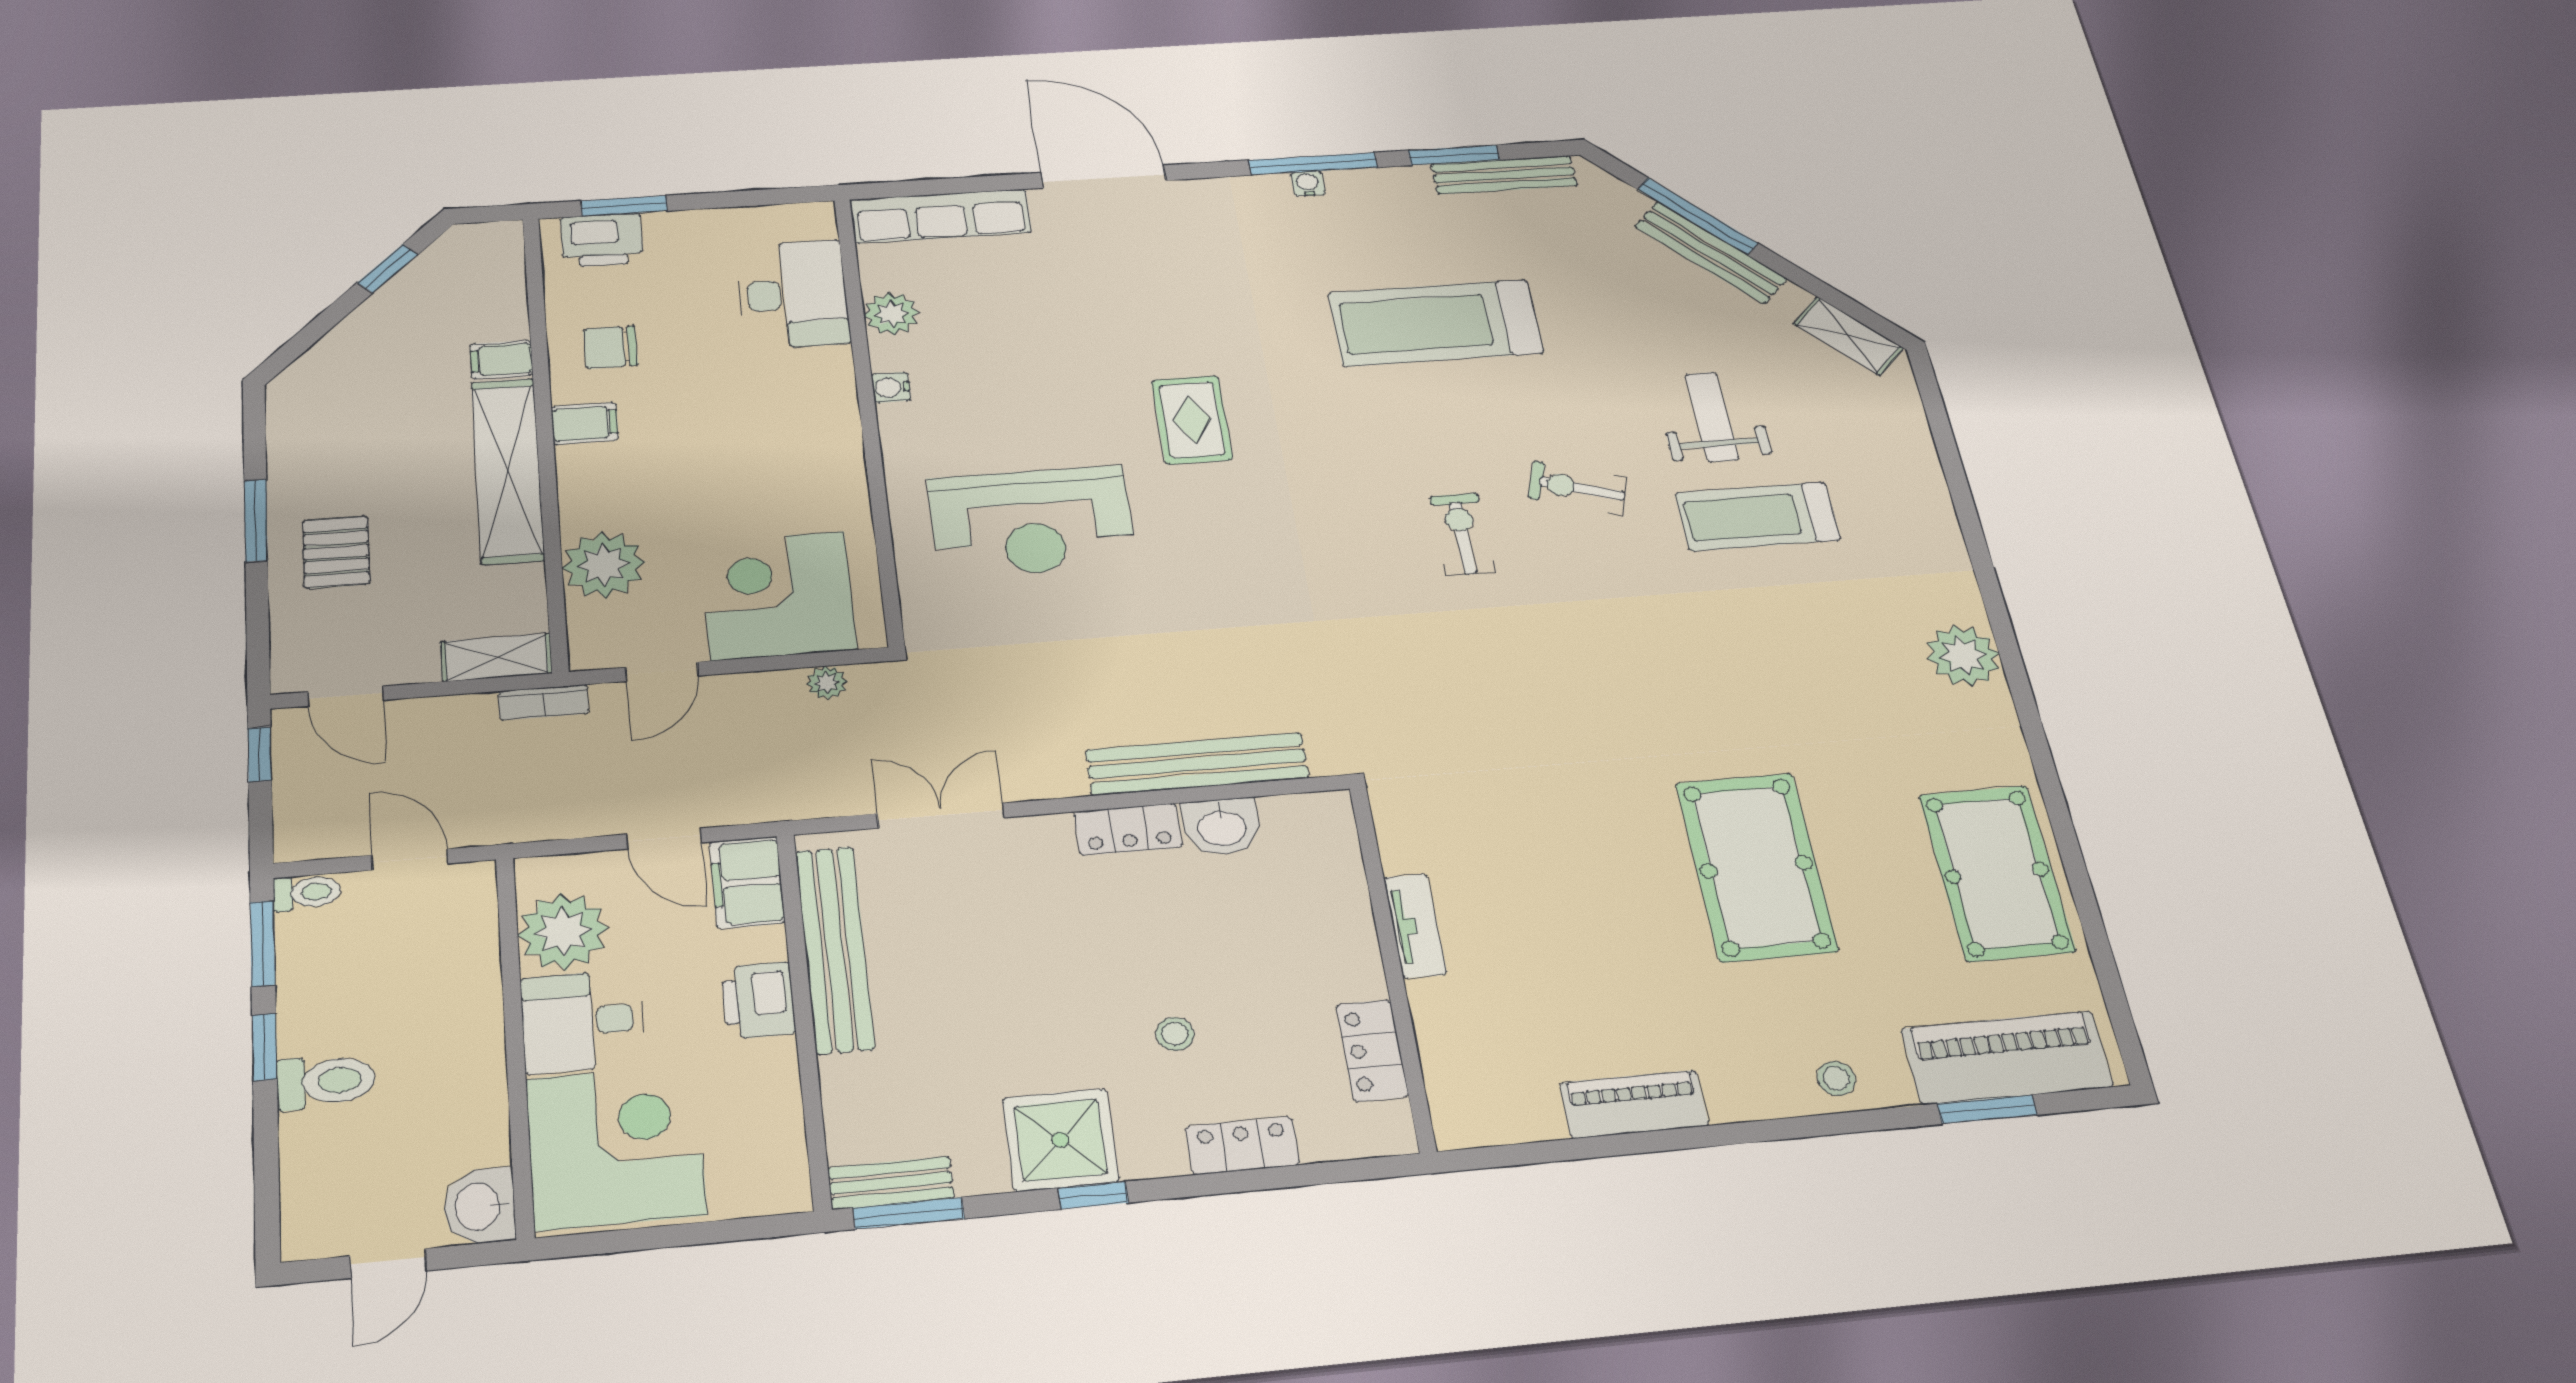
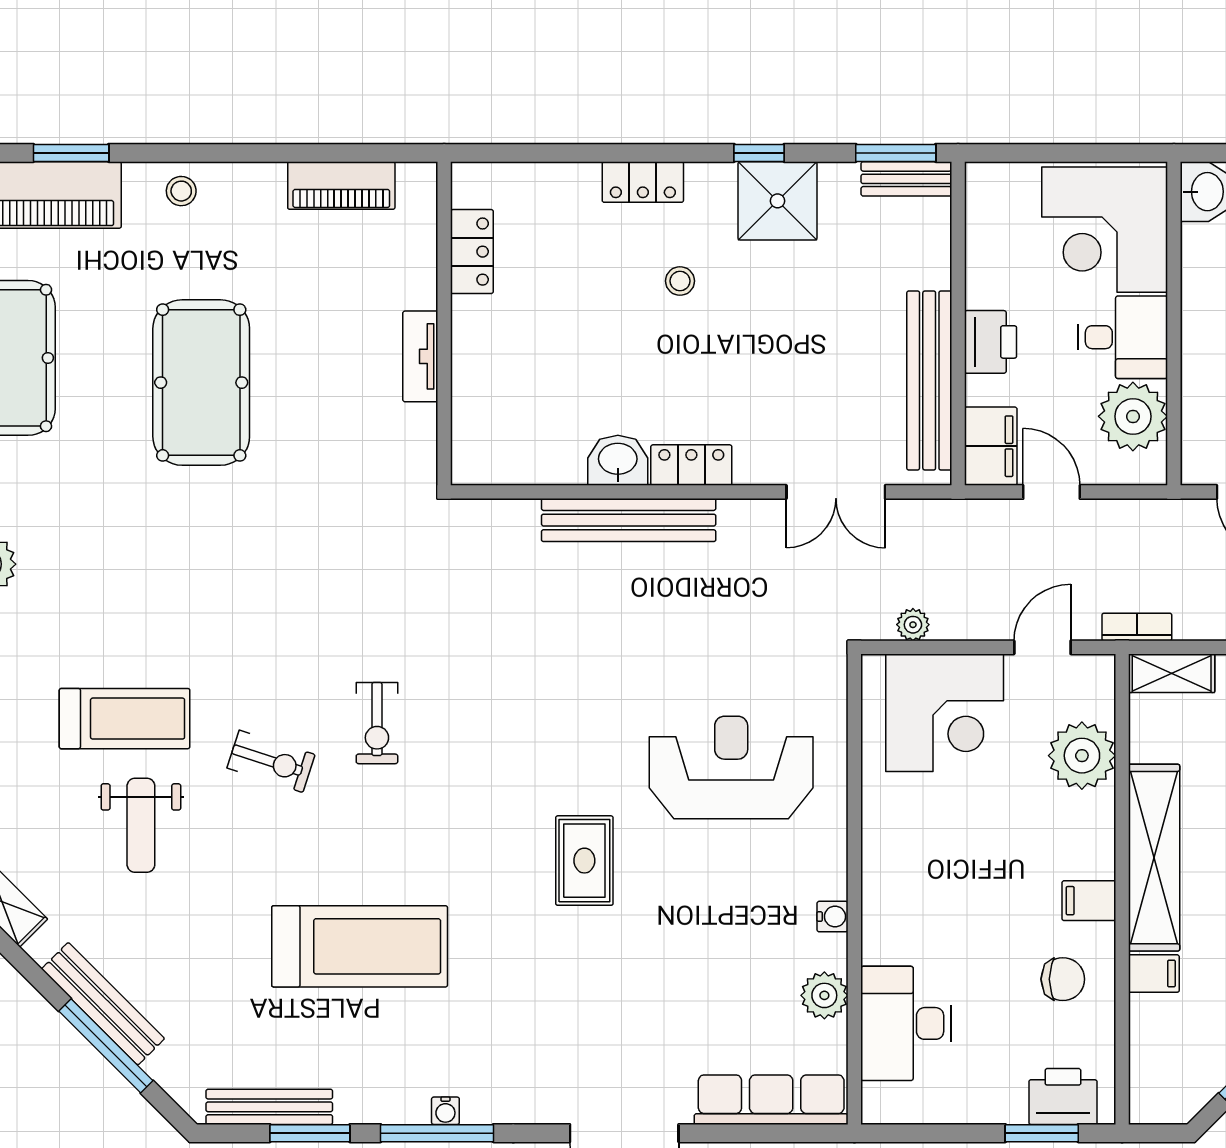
tv unit: (1415, 926) -> (420, 356), moved
wall: (1392, 965) -> (444, 324), moved
locker: (1372, 1050) -> (472, 252), moved

